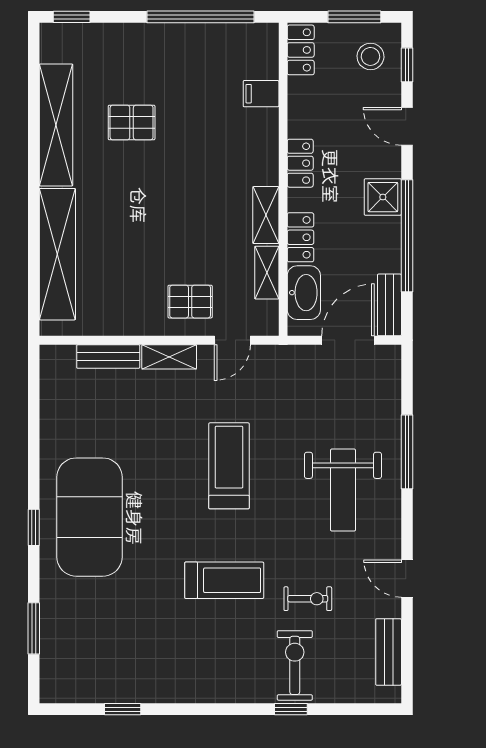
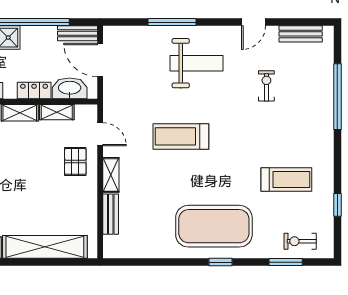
treadmill: (224, 580) -> (286, 179), moved, turned 90
exercise bike: (295, 665) -> (300, 241), moved, width x0.73, depth x0.72
window: (291, 709) -> (337, 97), width x3.17

